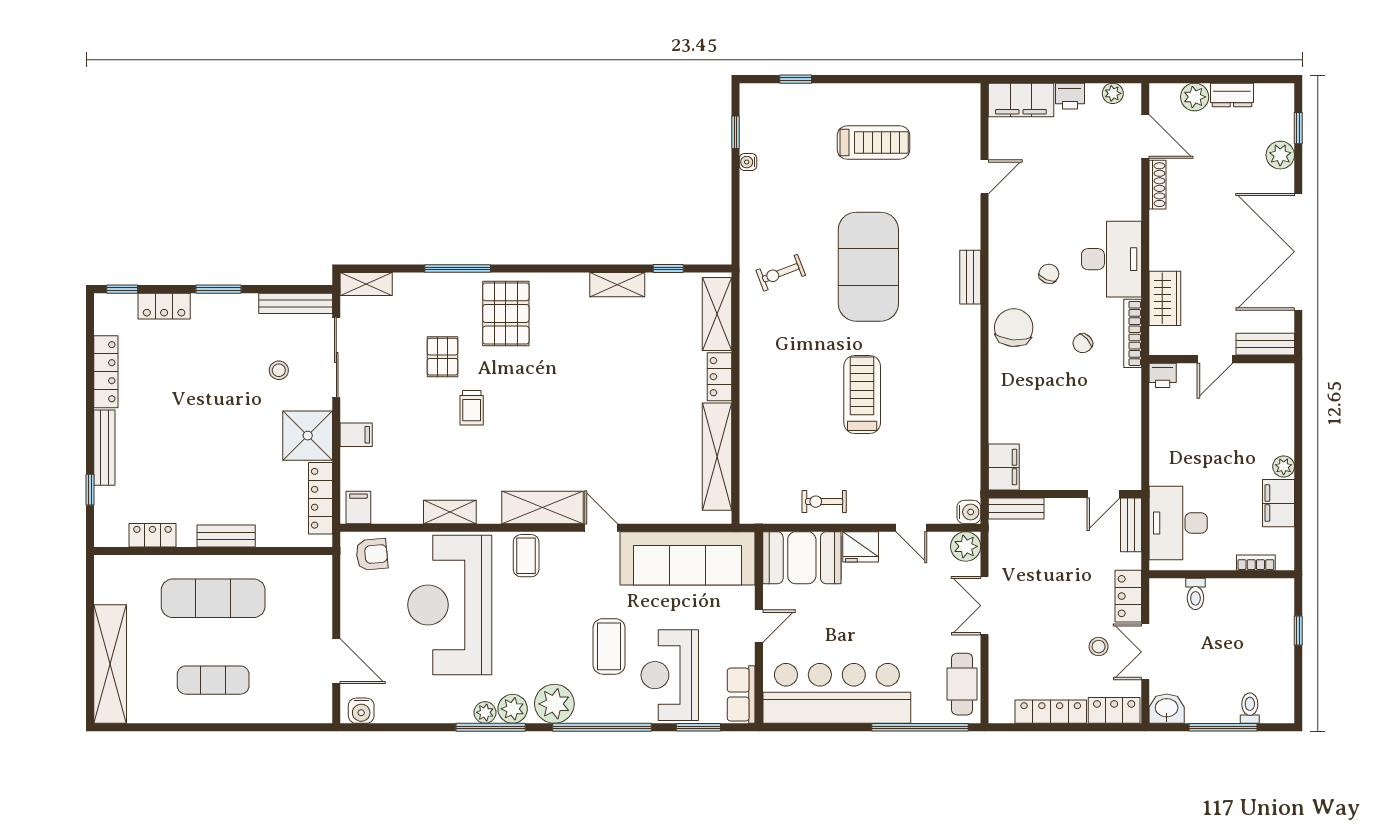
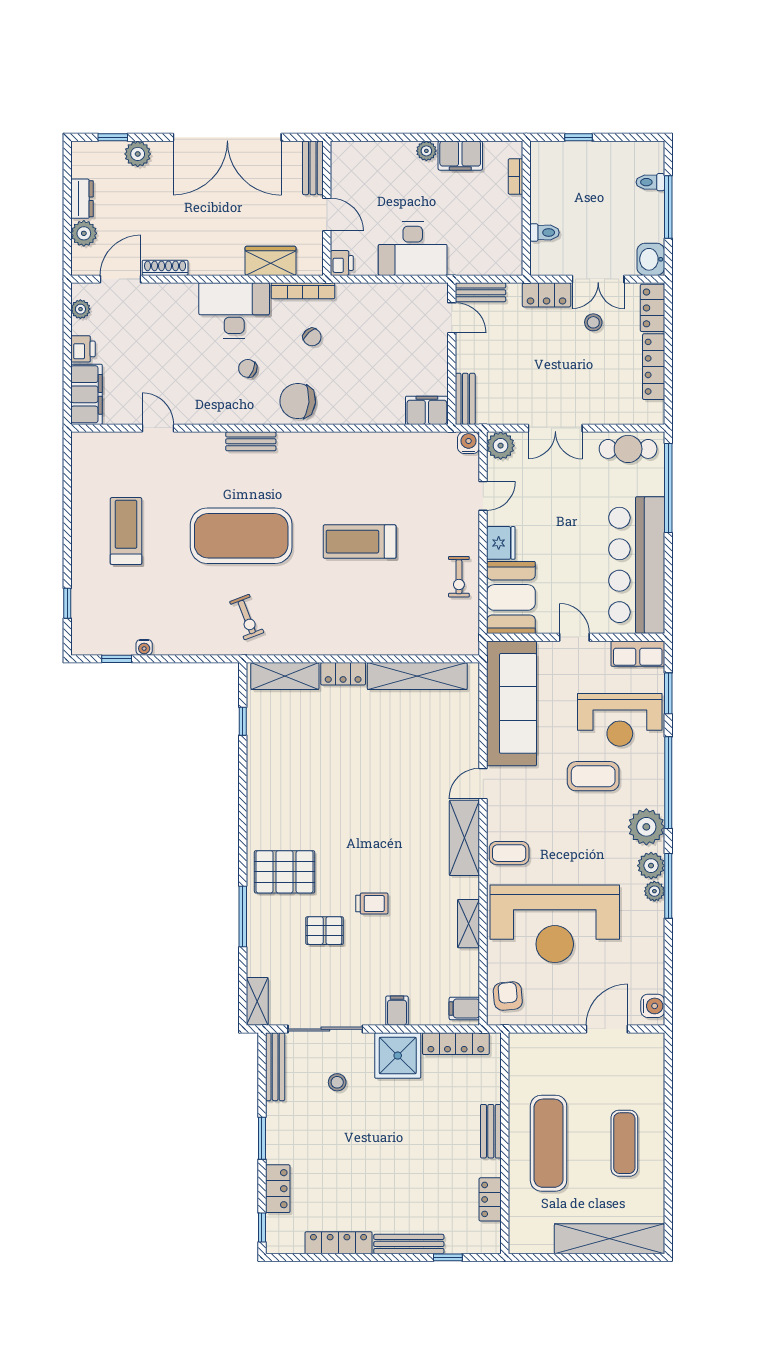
shelving: (617, 285) -> (258, 769), removed
desk: (1178, 523) -> (413, 249), moved

